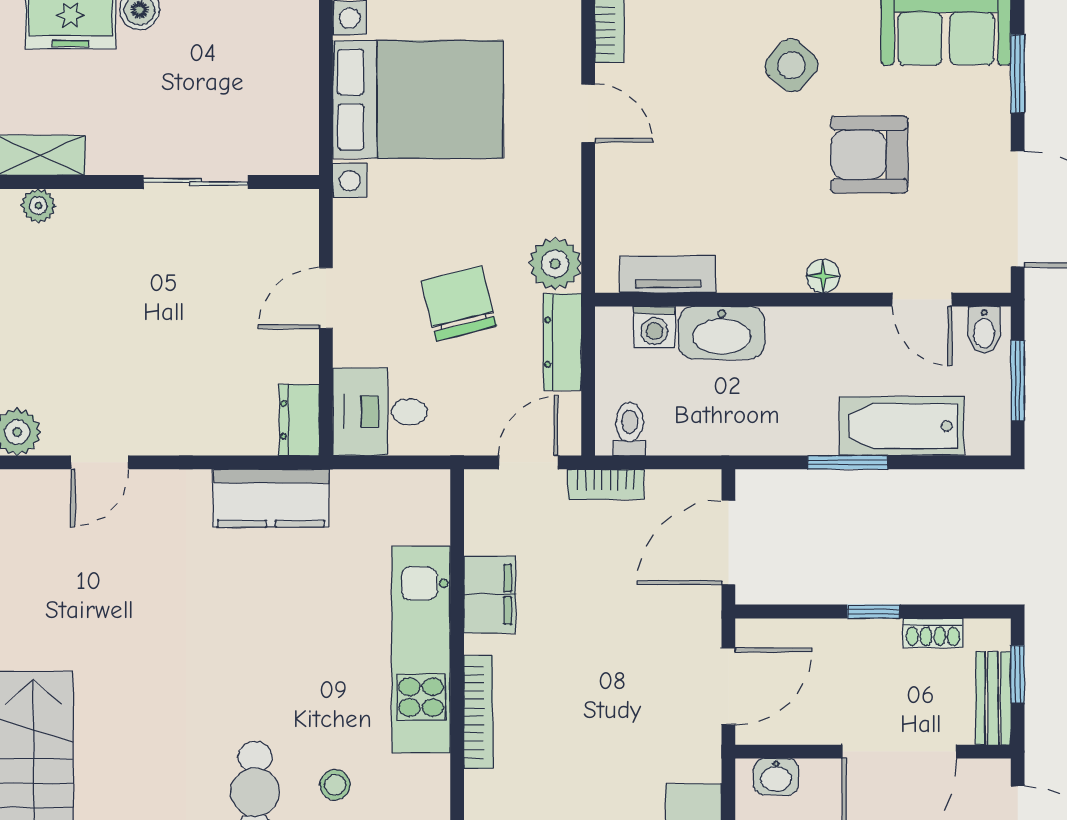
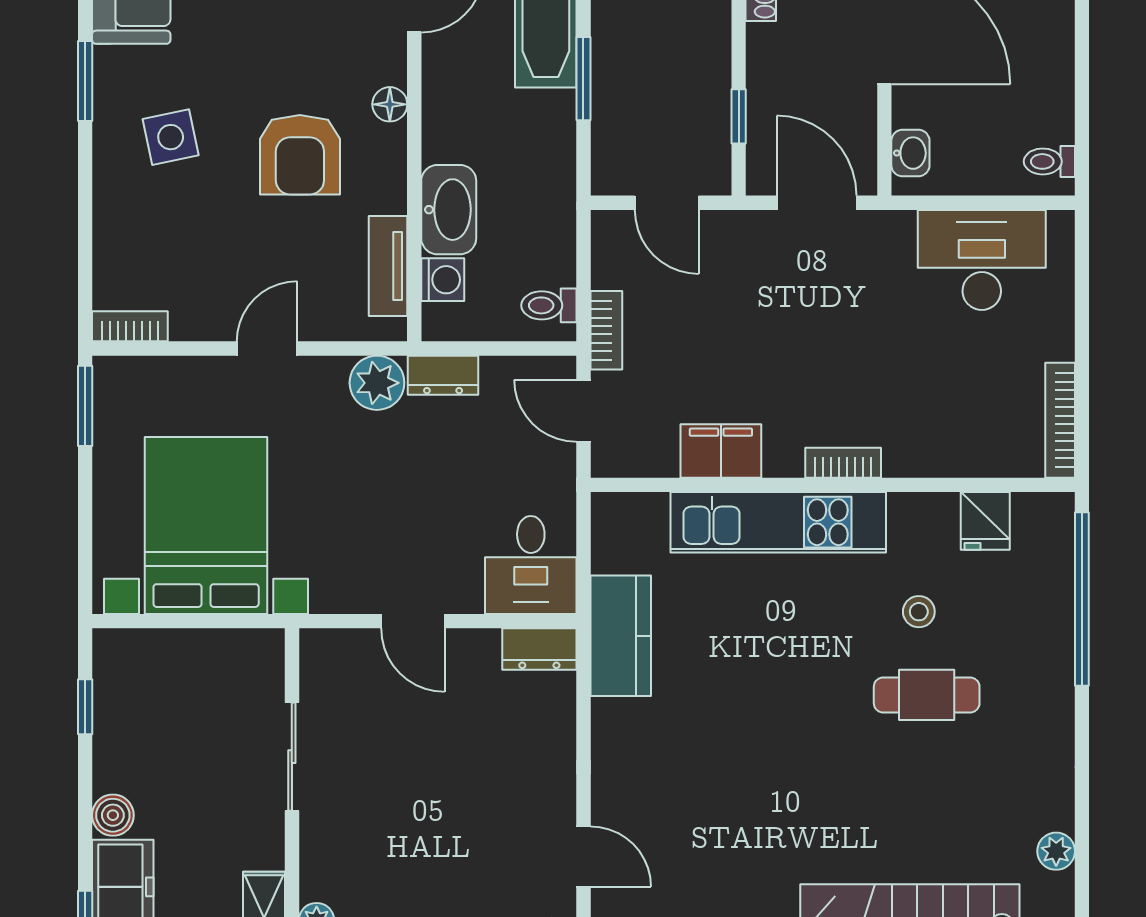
side table: (791, 65) -> (171, 137), turned 36
door: (588, 113) -> (267, 348), moved
armchair: (869, 155) -> (300, 155), moved
chair: (459, 303) -> (418, 483), removed
dresser: (562, 342) -> (443, 375), width x0.70
kitchen counter: (271, 498) -> (621, 636), moved
door: (728, 542) -> (667, 203), width x0.73
window: (874, 612) -> (739, 116), moved
bookcase: (478, 712) -> (843, 463), width x0.64

